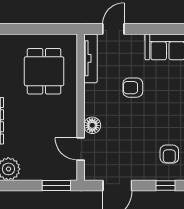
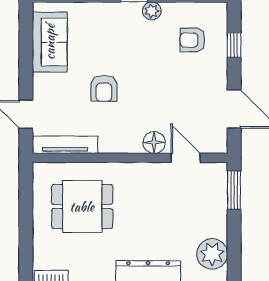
door: (81, 149) -> (186, 158), swing flipped
armchair: (169, 154) -> (192, 40), turned 180

